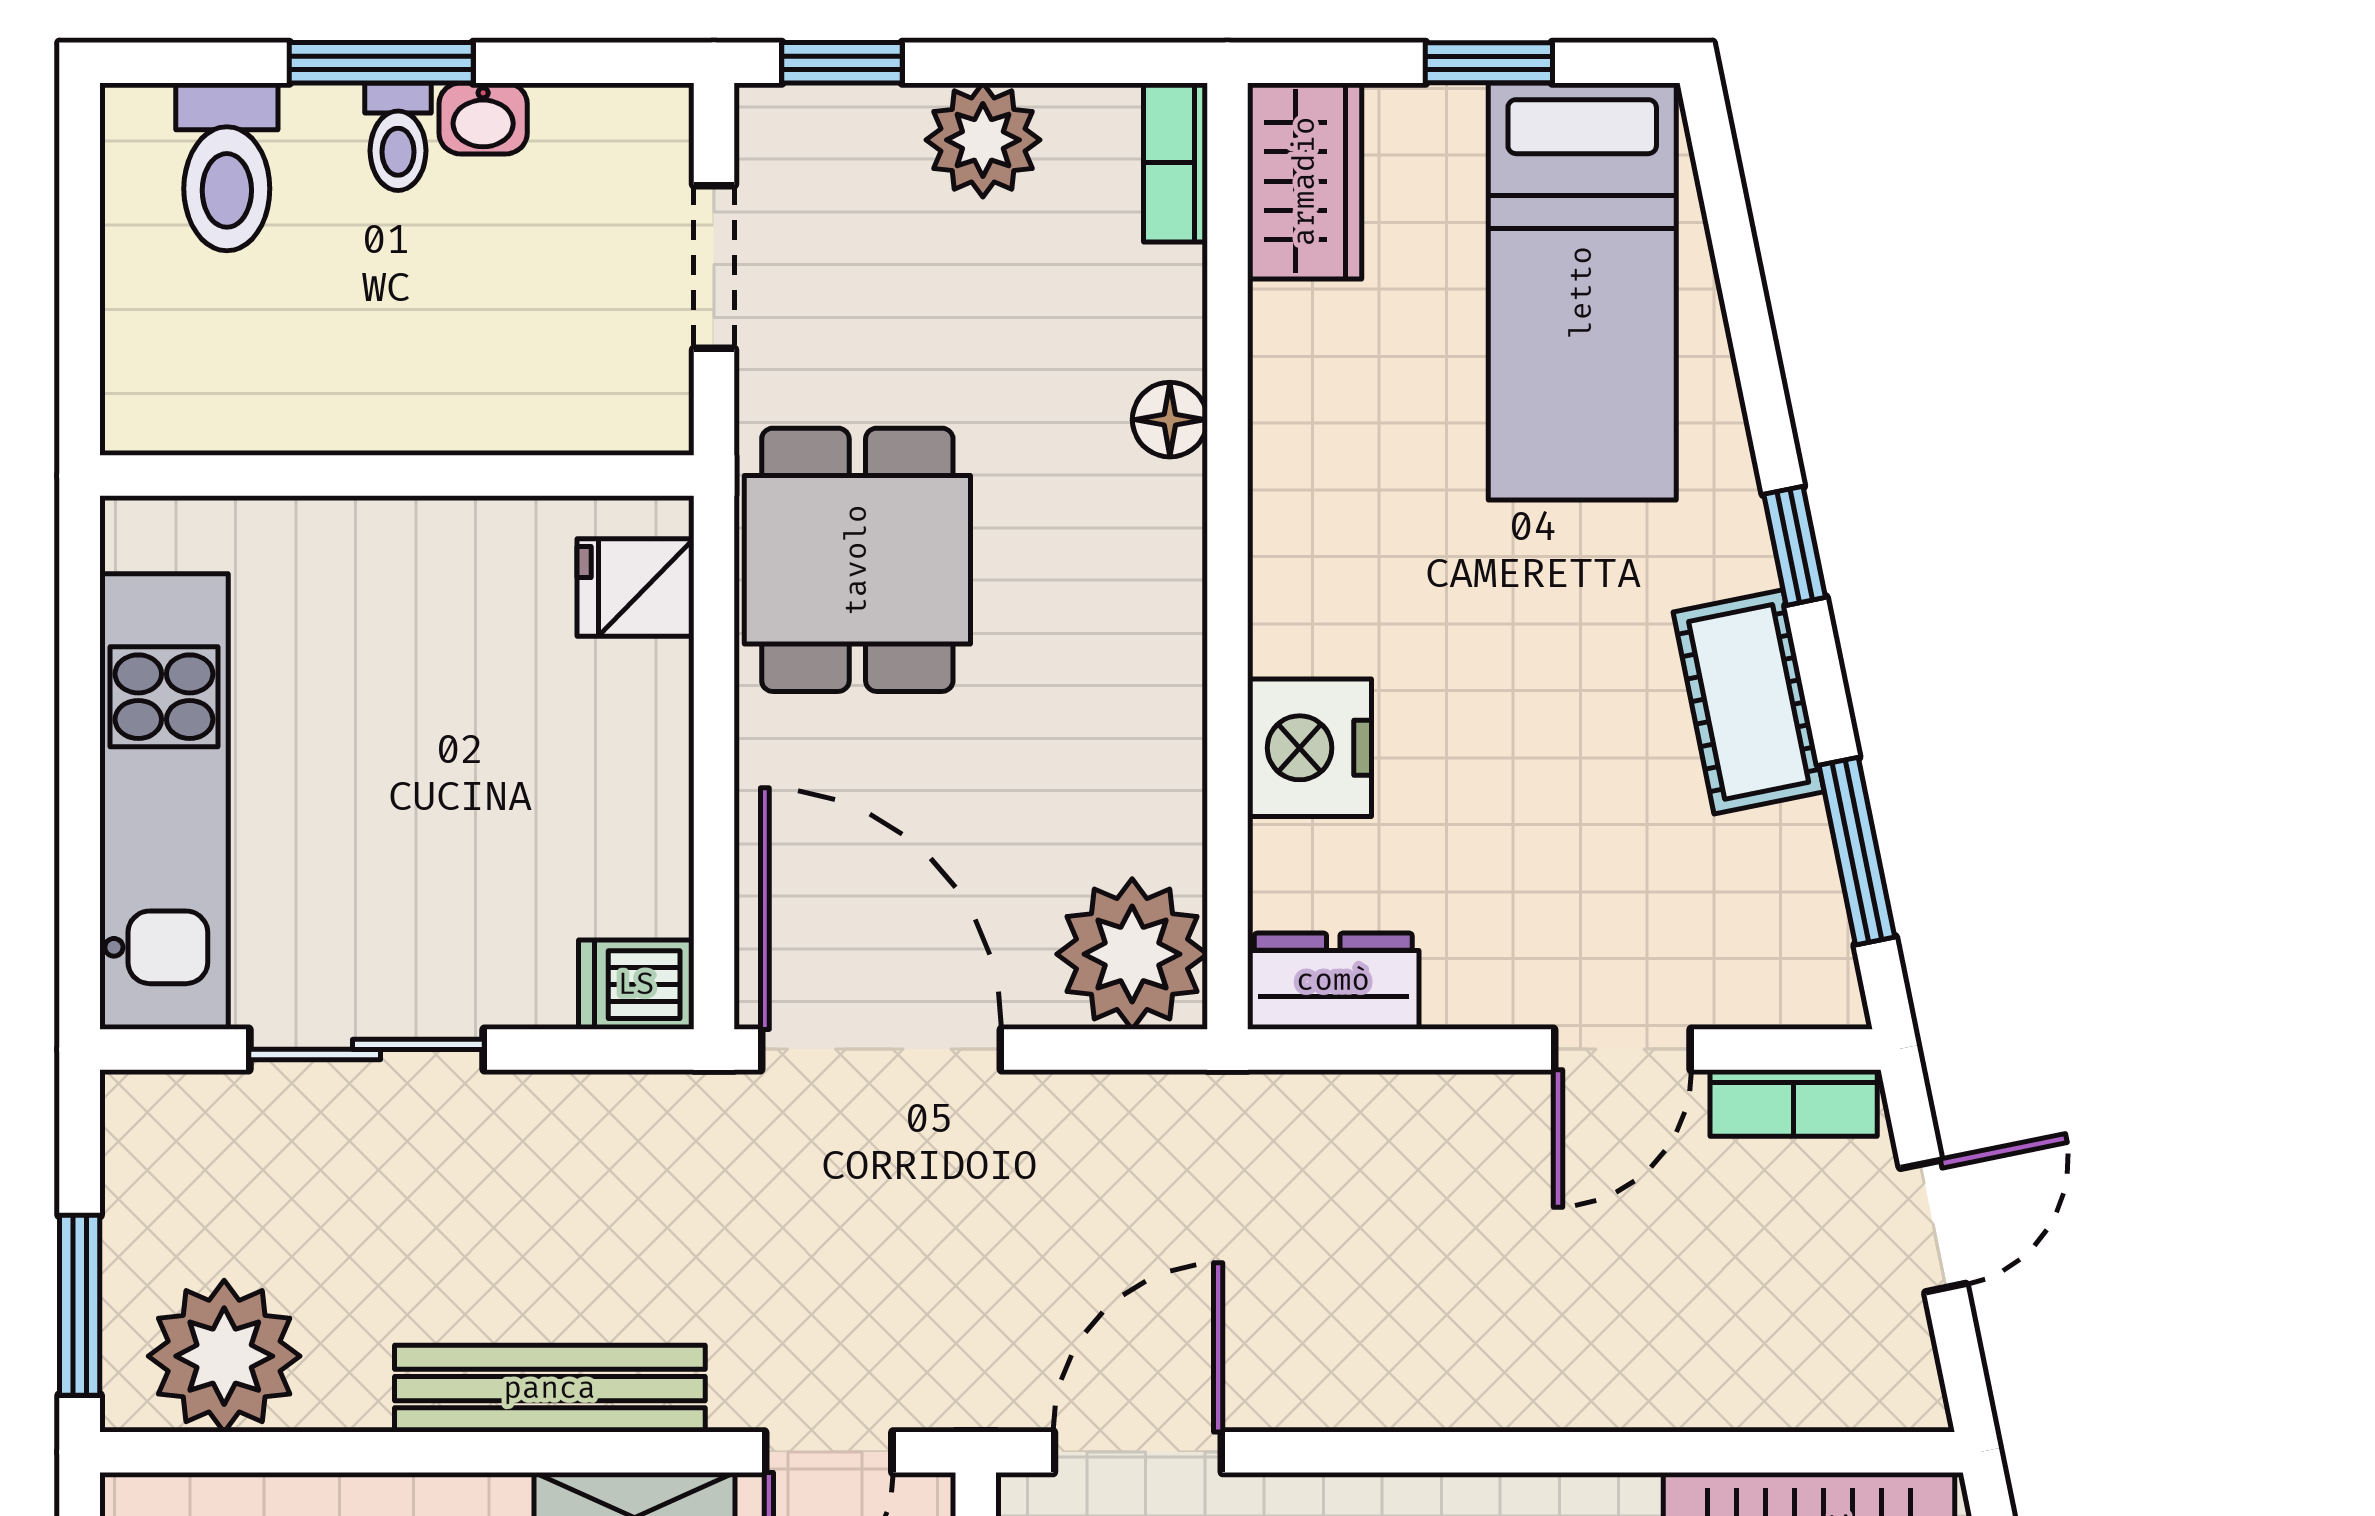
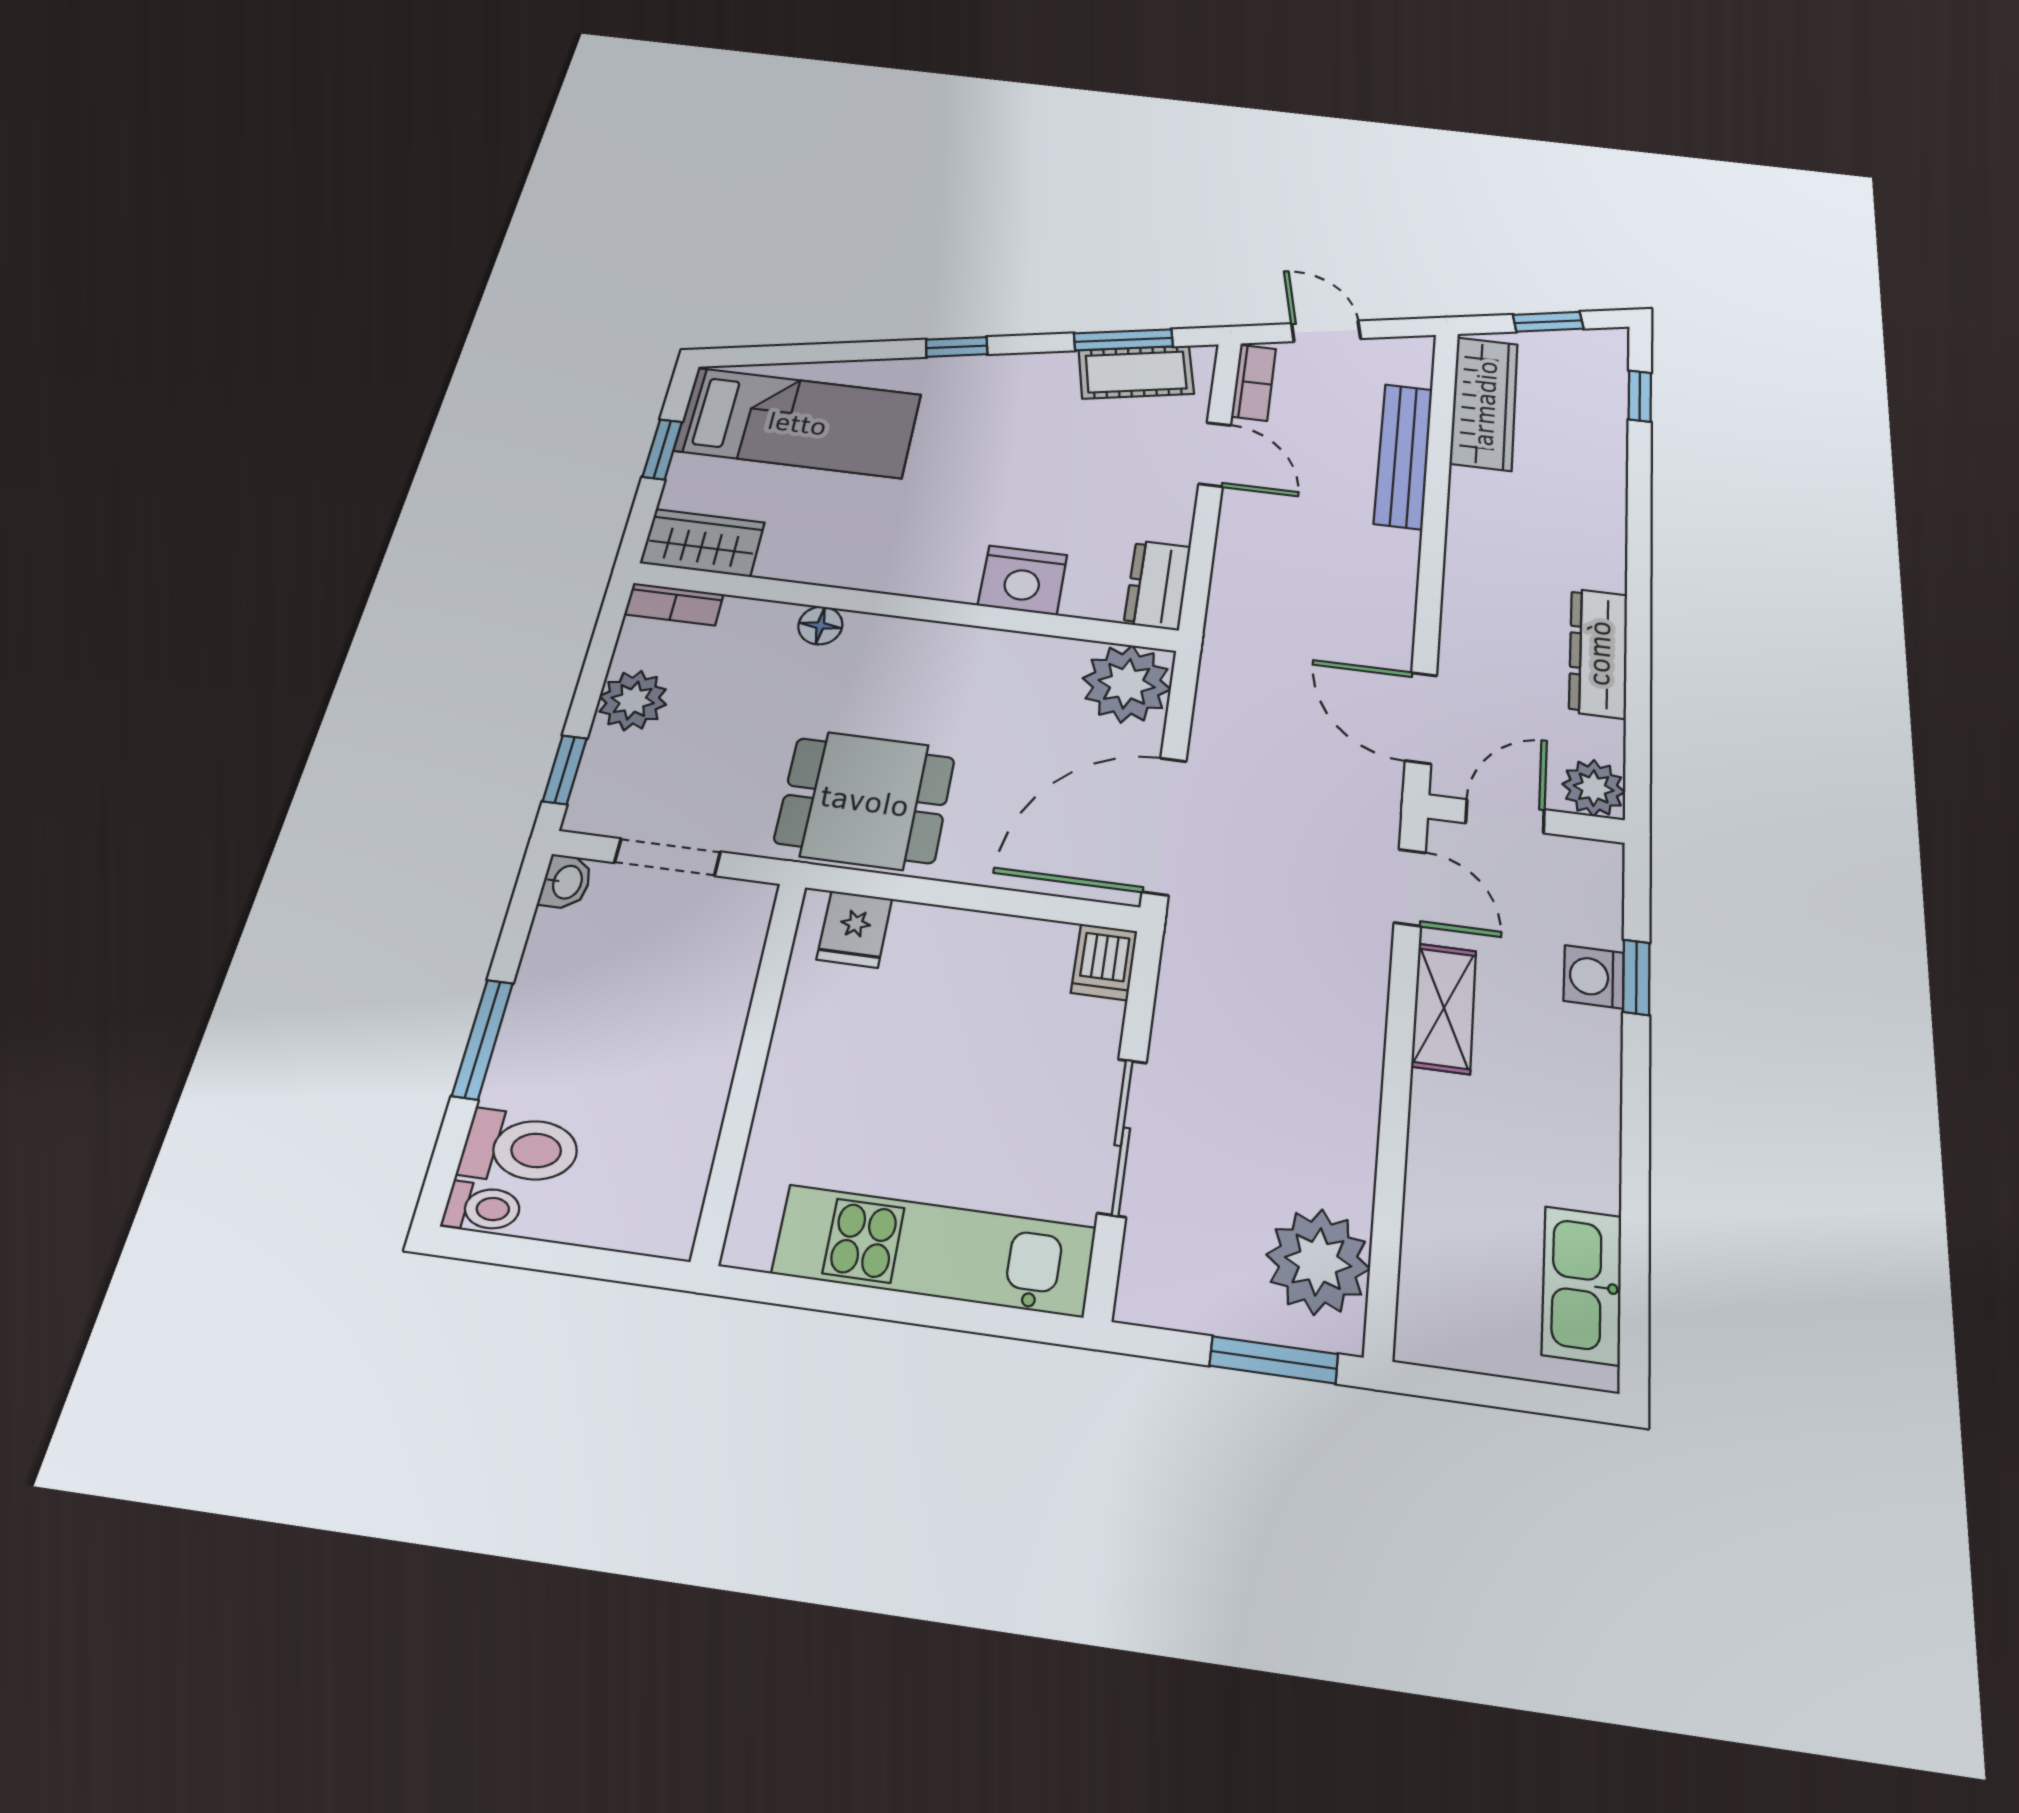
washbasin: (483, 118) -> (566, 882), moved
toilet: (398, 137) -> (483, 1208), moved
cot: (1749, 702) -> (1136, 372), moved
bench: (550, 1389) -> (1403, 456), moved

